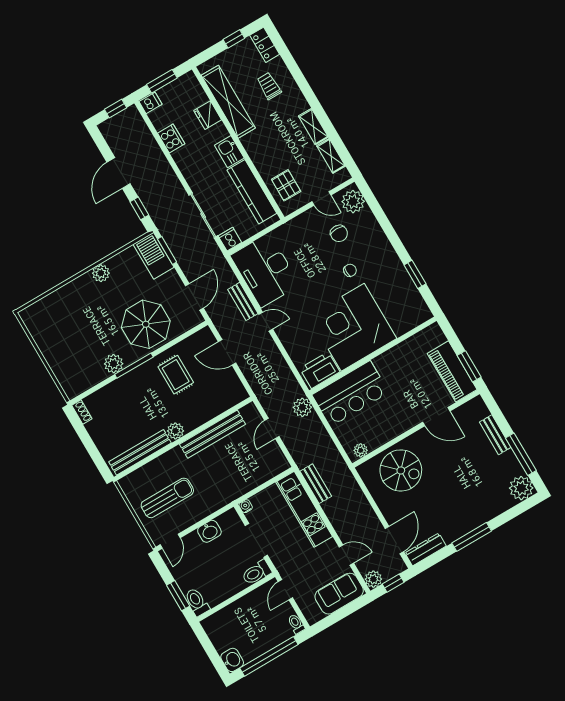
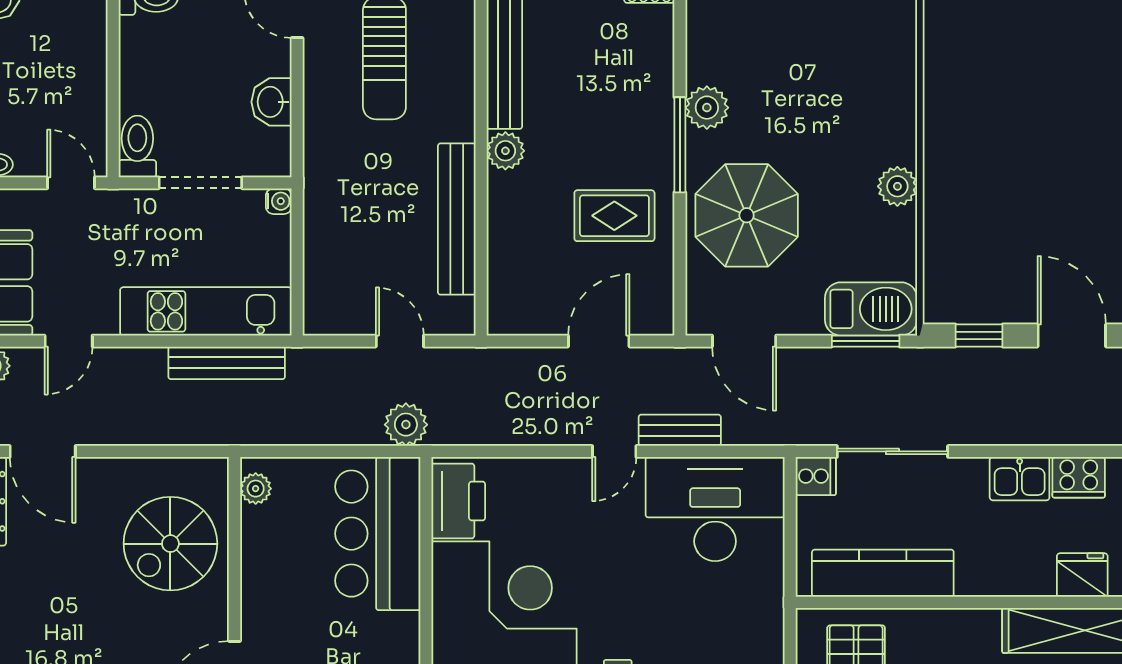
kitchen sink: (229, 152) -> (1020, 479), moved, turned 180
bench: (316, 484) -> (227, 363), width x1.36

